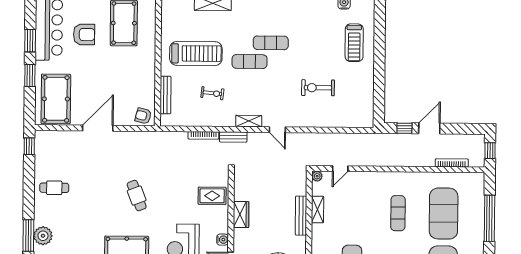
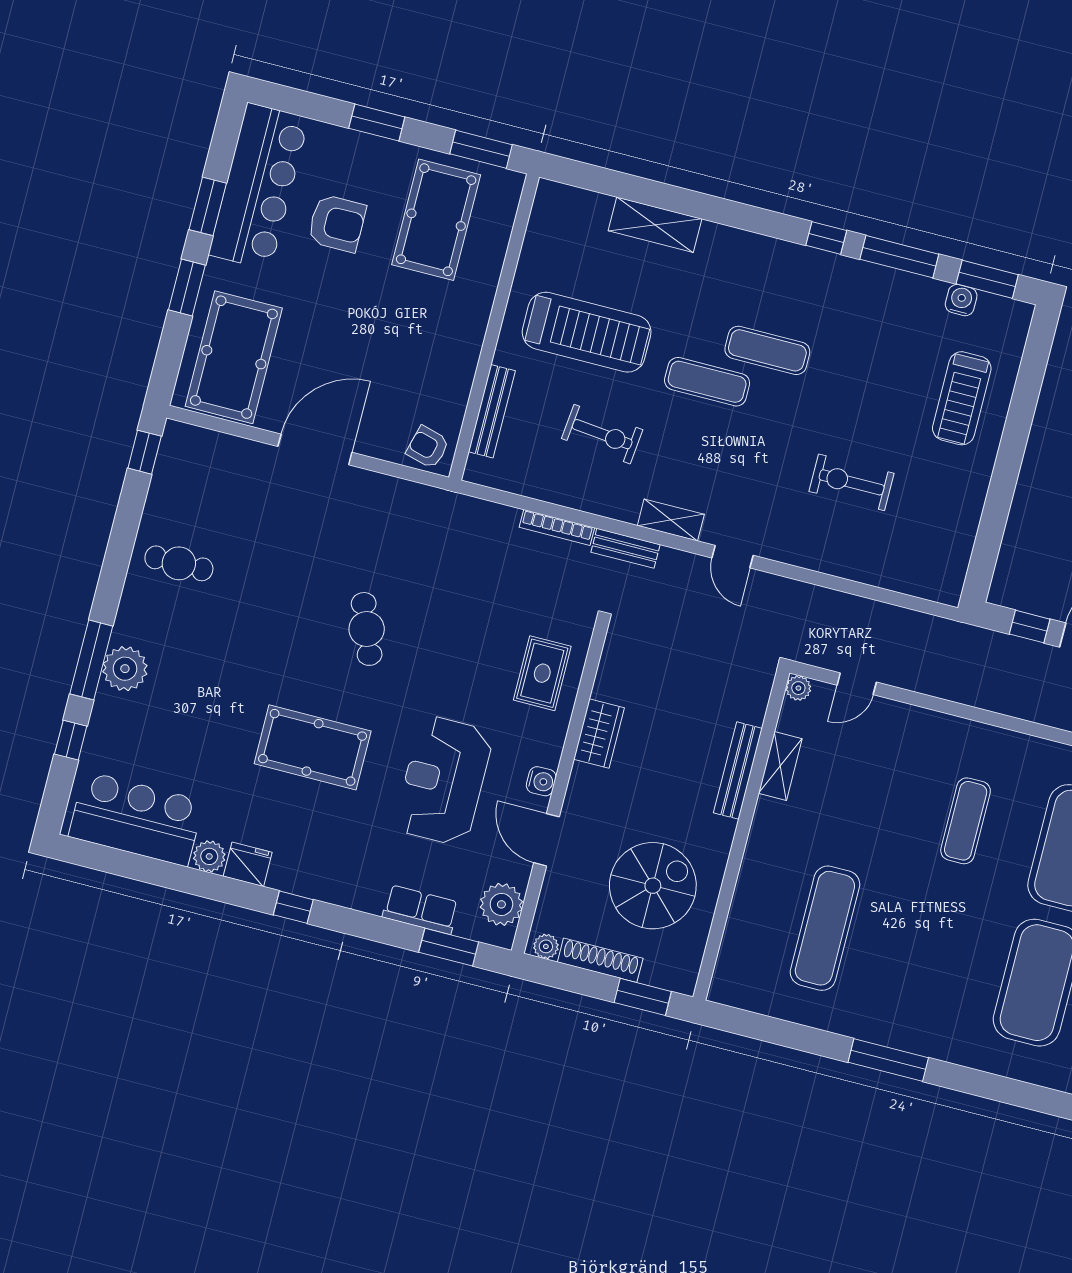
exercise bike: (212, 93) -> (602, 434), width x1.38, depth x1.39
rug: (212, 196) -> (542, 673), turned 90

